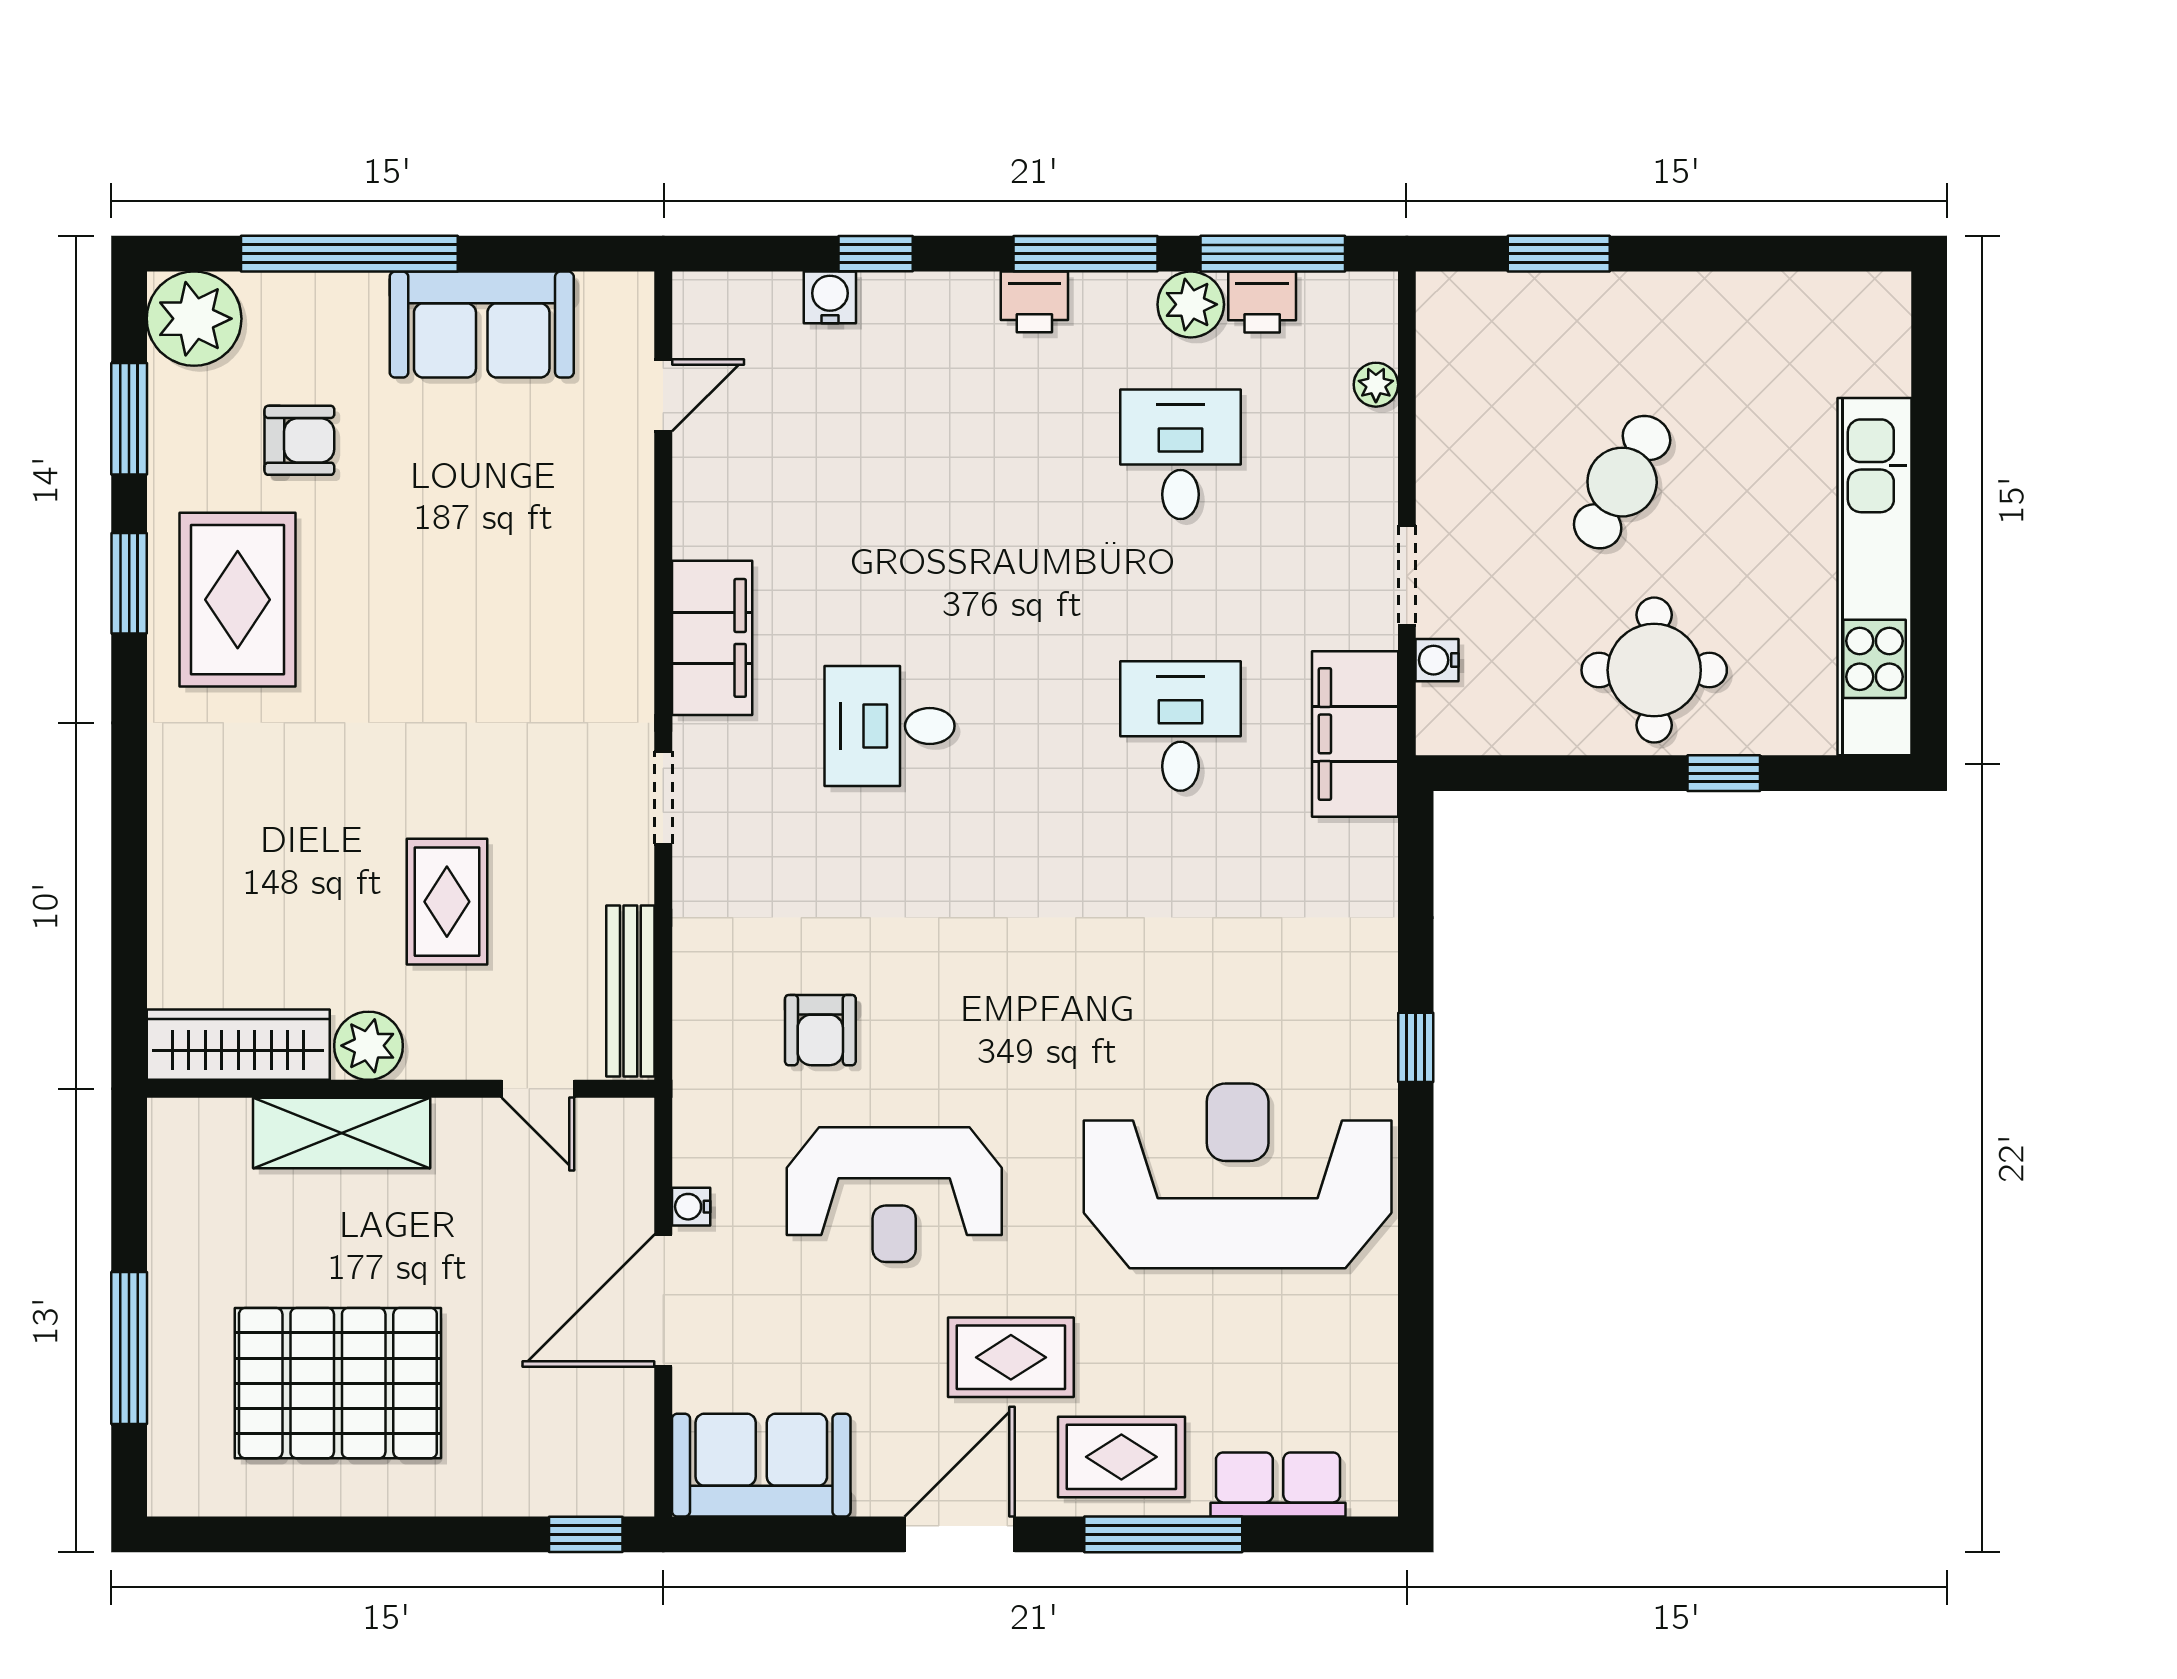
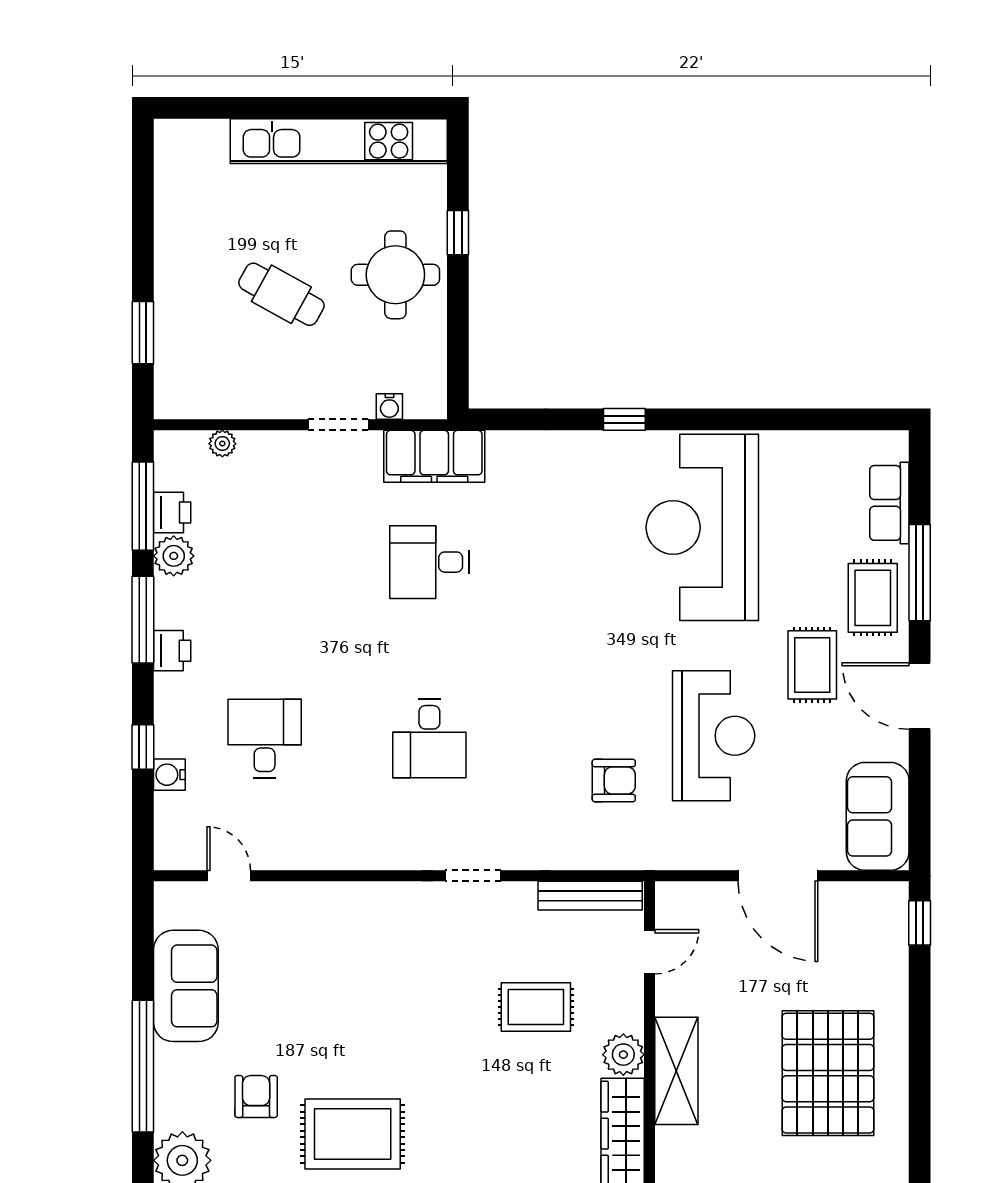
desk: (1181, 454) -> (265, 739), moved, turned 90
filing cabinet: (712, 638) -> (376, 846), removed
water cooler: (691, 1207) -> (721, 859), removed

